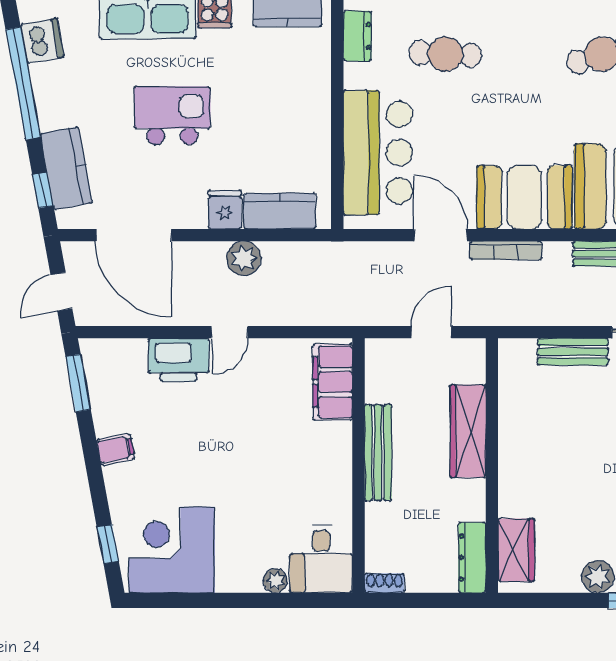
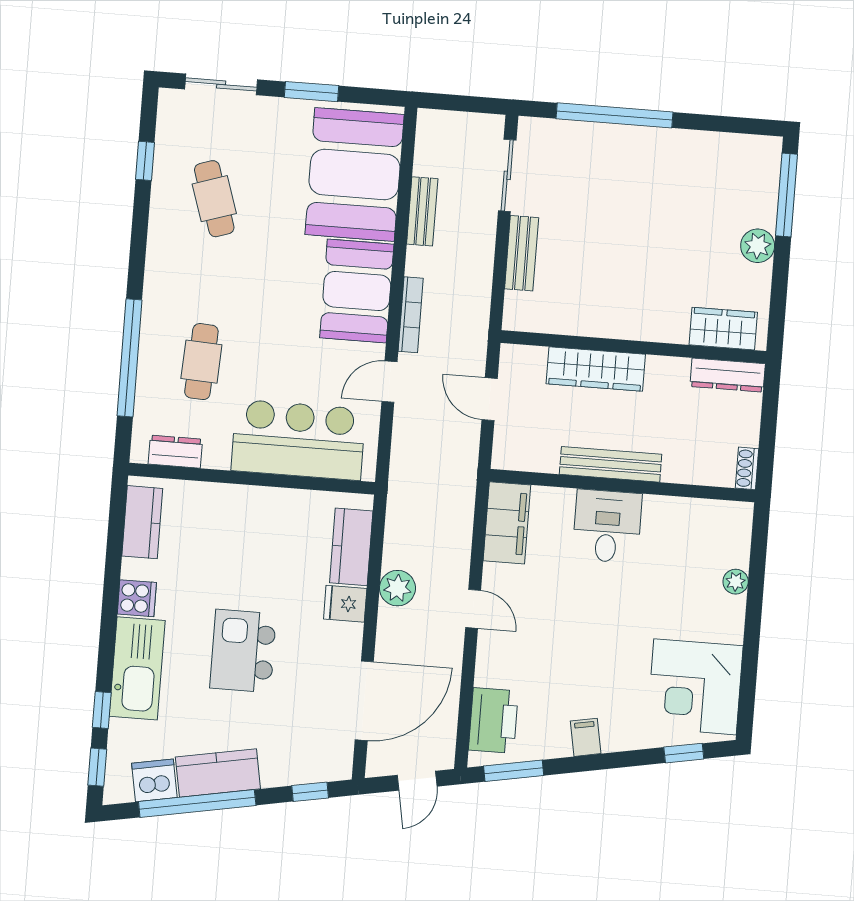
kitchen counter: (66, 168) -> (218, 773), moved
door: (440, 235) -> (389, 382), width x0.73
door: (61, 292) -> (417, 781), hinge flipped
printer: (179, 360) -> (493, 720), moved
filing cabinet: (333, 382) -> (507, 523), moved, turned -90
desk: (321, 559) -> (607, 526), moved, turned -90

